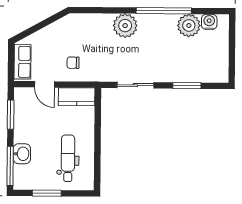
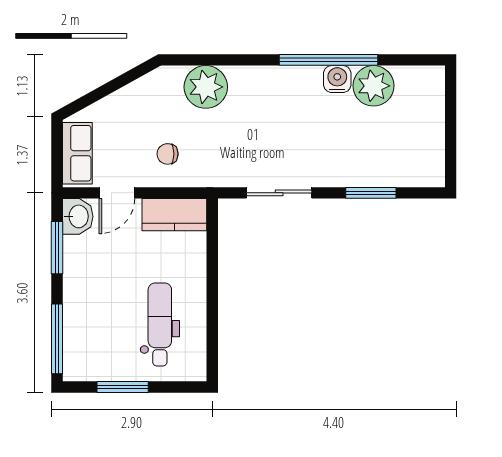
water cooler: (209, 22) -> (337, 79), moved
plant: (125, 26) -> (206, 87), moved
door: (44, 84) -> (117, 193), hinge flipped
washbasin: (22, 154) -> (78, 216), moved

